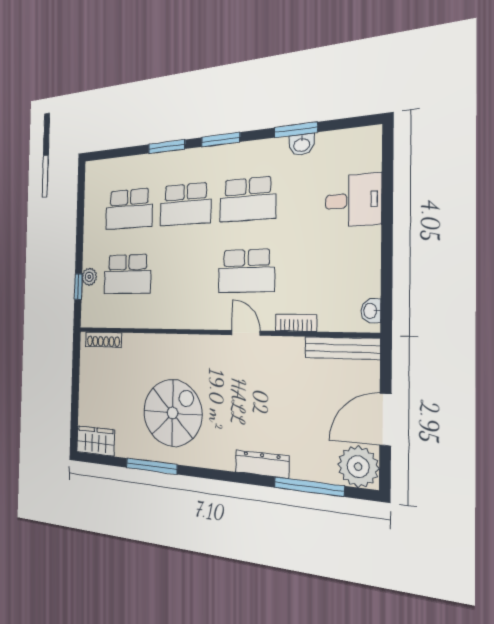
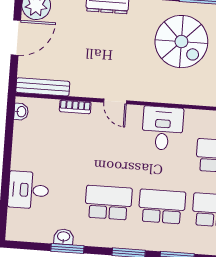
school desk: (246, 271) -> (112, 148), removed
desk: (189, 302) -> (163, 128), added
spiral stairs: (173, 413) -> (181, 42), turned -90

